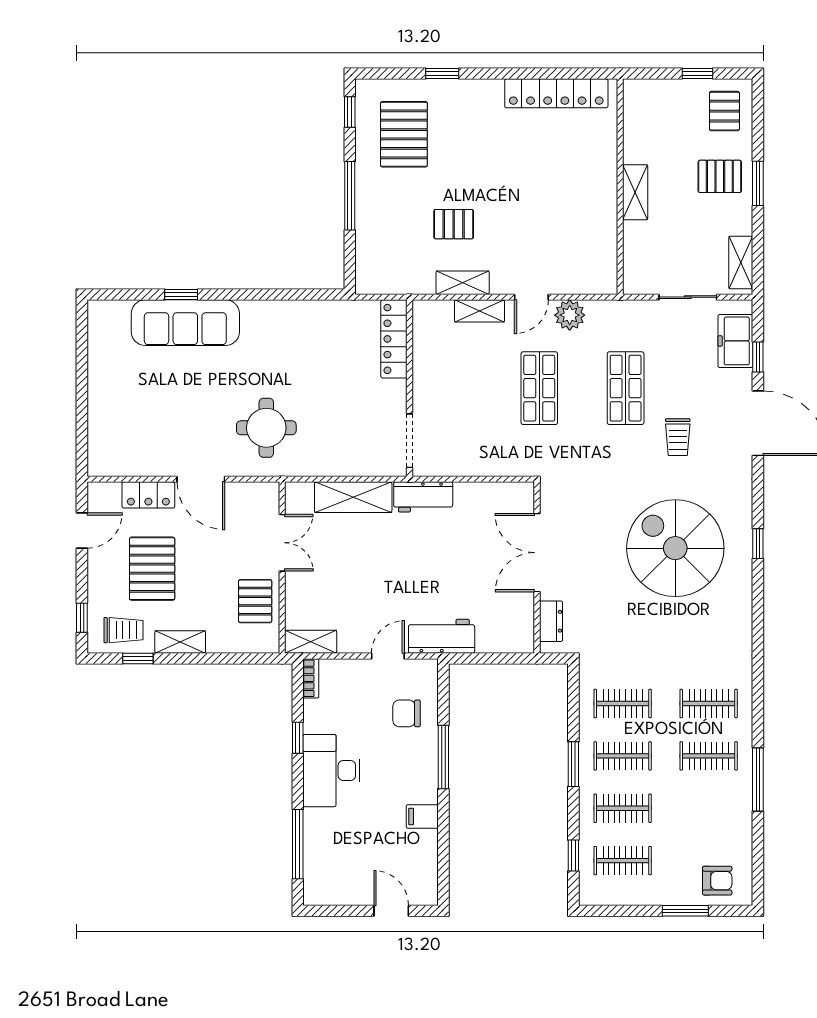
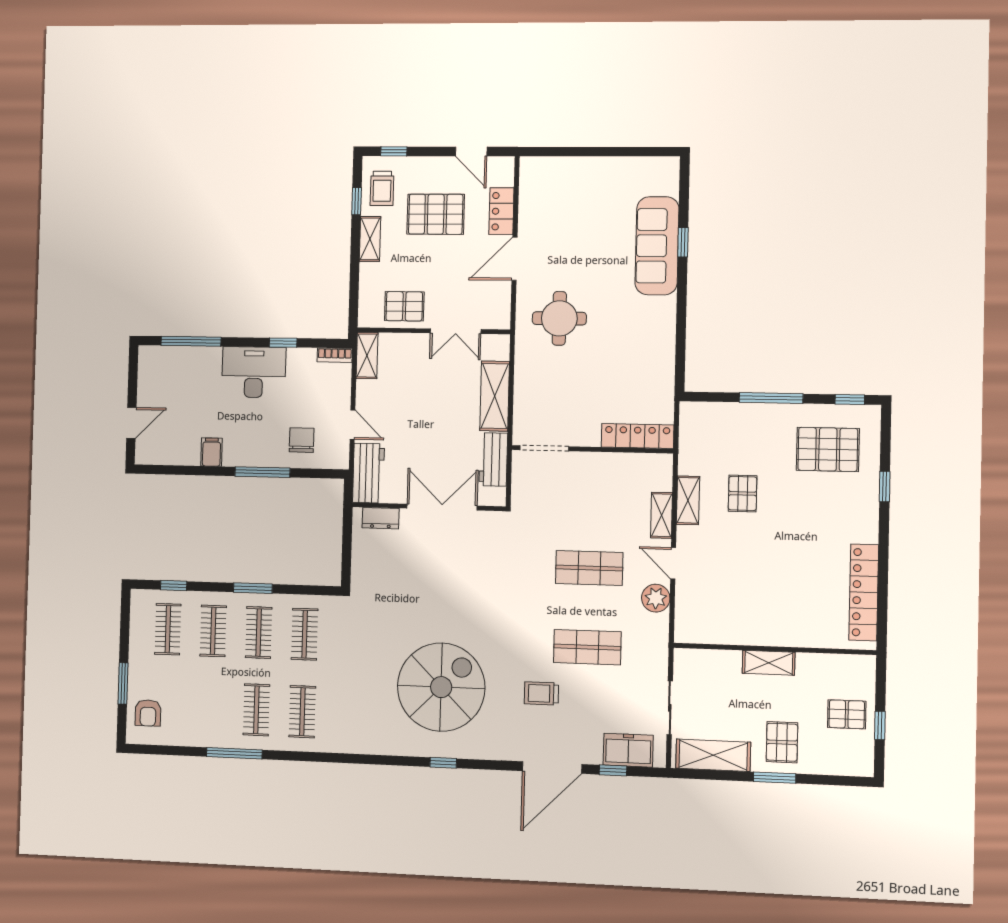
pallet: (724, 111) -> (847, 714), moved
shelving: (741, 263) -> (713, 755), width x1.50, depth x1.33
double door: (537, 553) -> (442, 507), moved
wall: (537, 568) -> (429, 507), moved
dresser: (551, 621) -> (381, 518), moved

